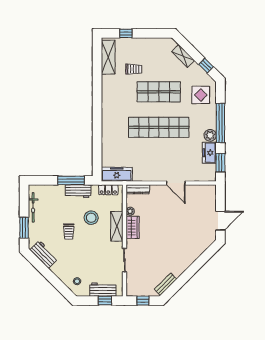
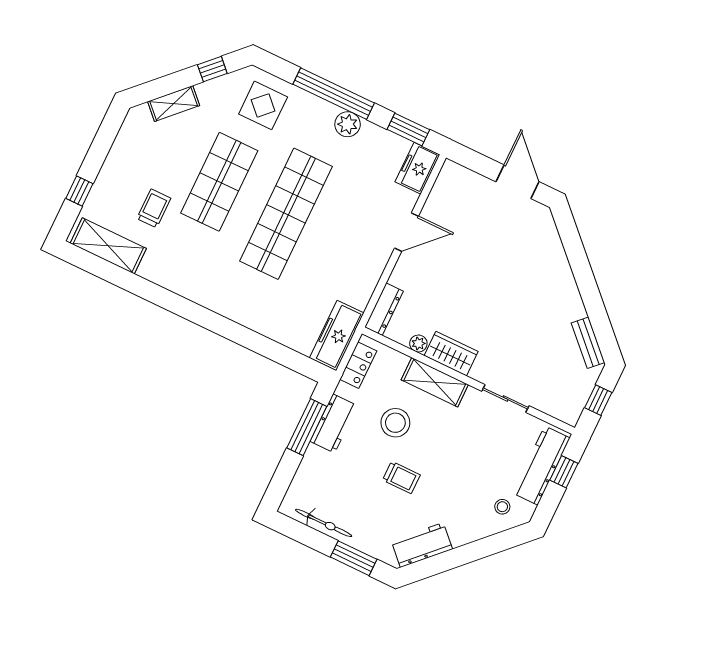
freezer: (209, 153) -> (417, 168), moved, turned 90
workbench: (103, 290) -> (541, 466), width x1.38

